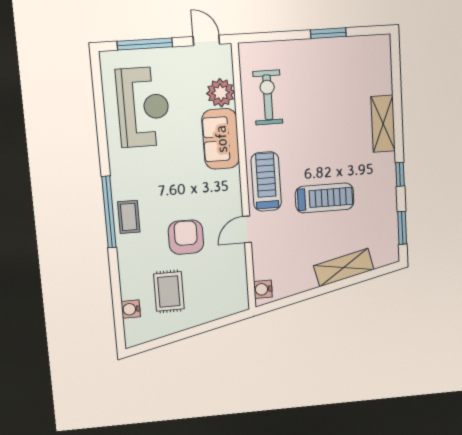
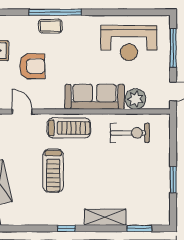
sofa: (221, 139) -> (95, 97), width x1.36
window: (402, 228) -> (139, 228), moved
door: (247, 229) -> (22, 112), moved

